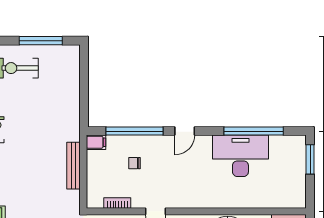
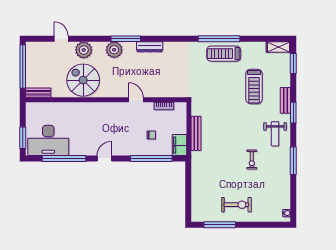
door: (185, 131) -> (104, 159), moved
filing cabinet: (96, 142) -> (179, 145), width x2.00
desk: (240, 156) -> (48, 140), moved

